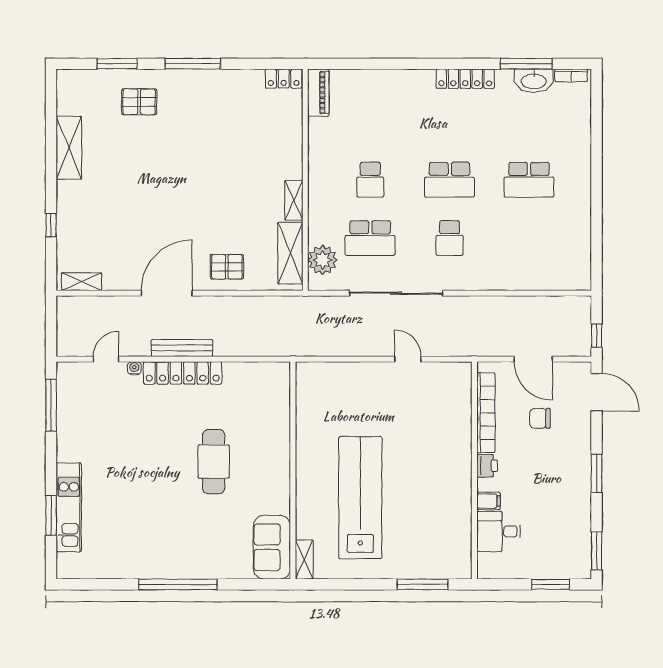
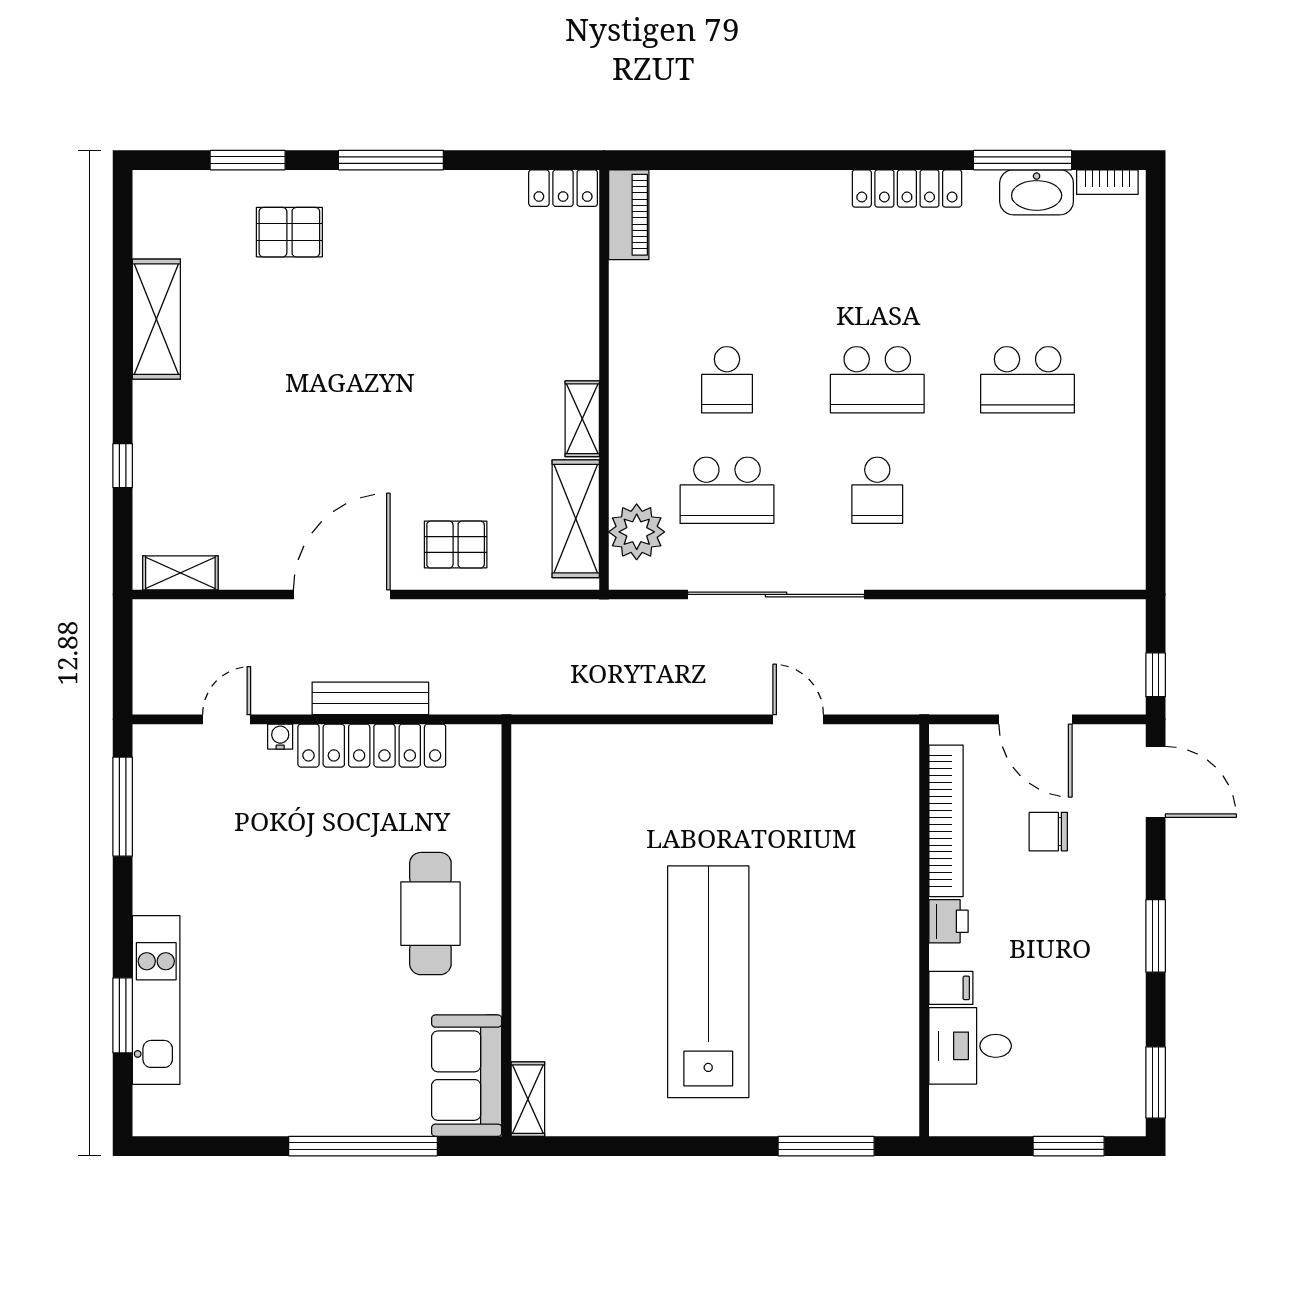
wall: (293, 470) -> (506, 930), moved
sofa: (272, 547) -> (467, 1076), moved
shelving: (304, 560) -> (528, 1099), moved

